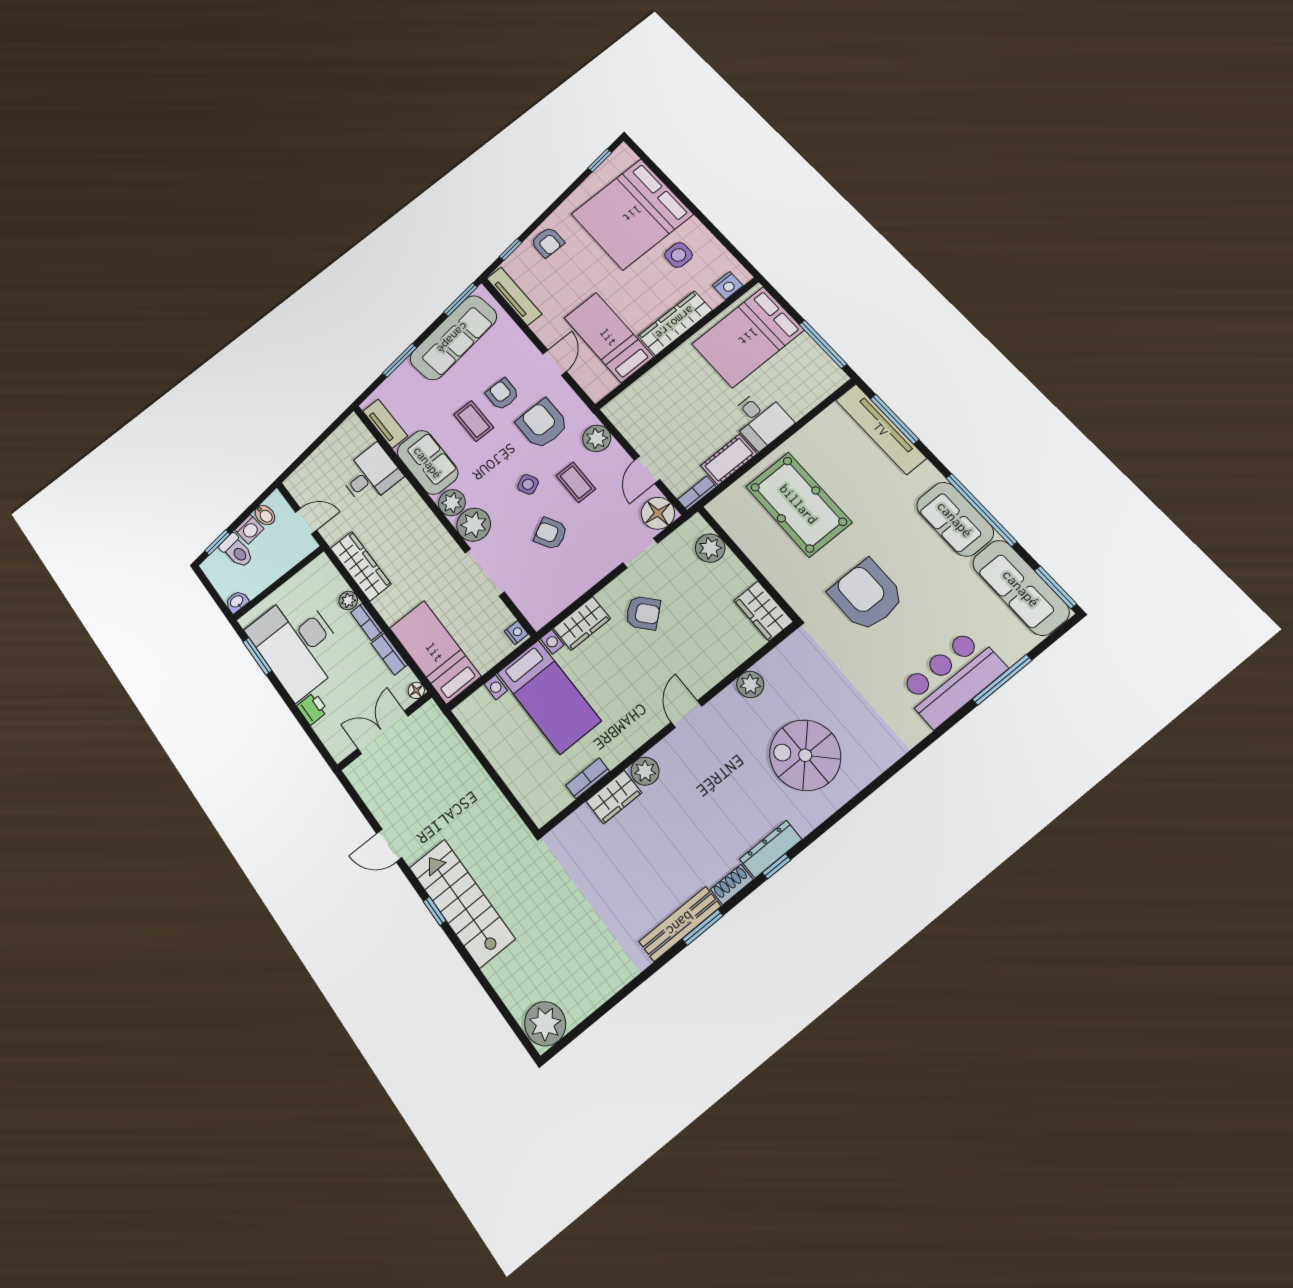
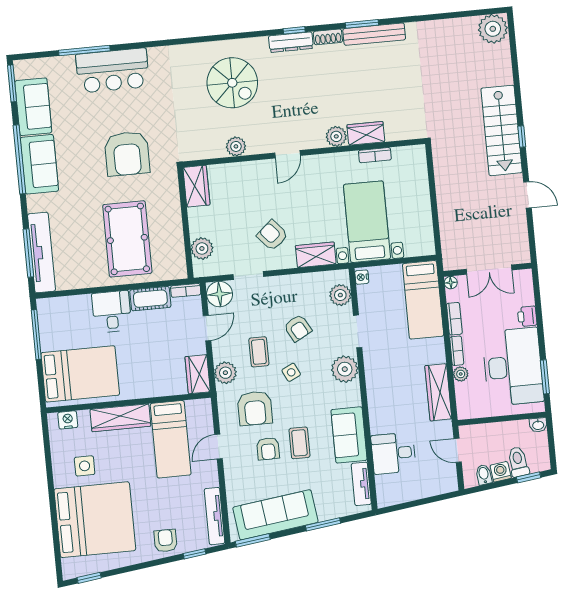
wardrobe: (625, 418) -> (198, 374), added
plant: (452, 503) -> (340, 295), moved
doorway: (485, 572) -> (358, 331), width x0.73
sofa: (1021, 588) -> (33, 107), width x0.73

